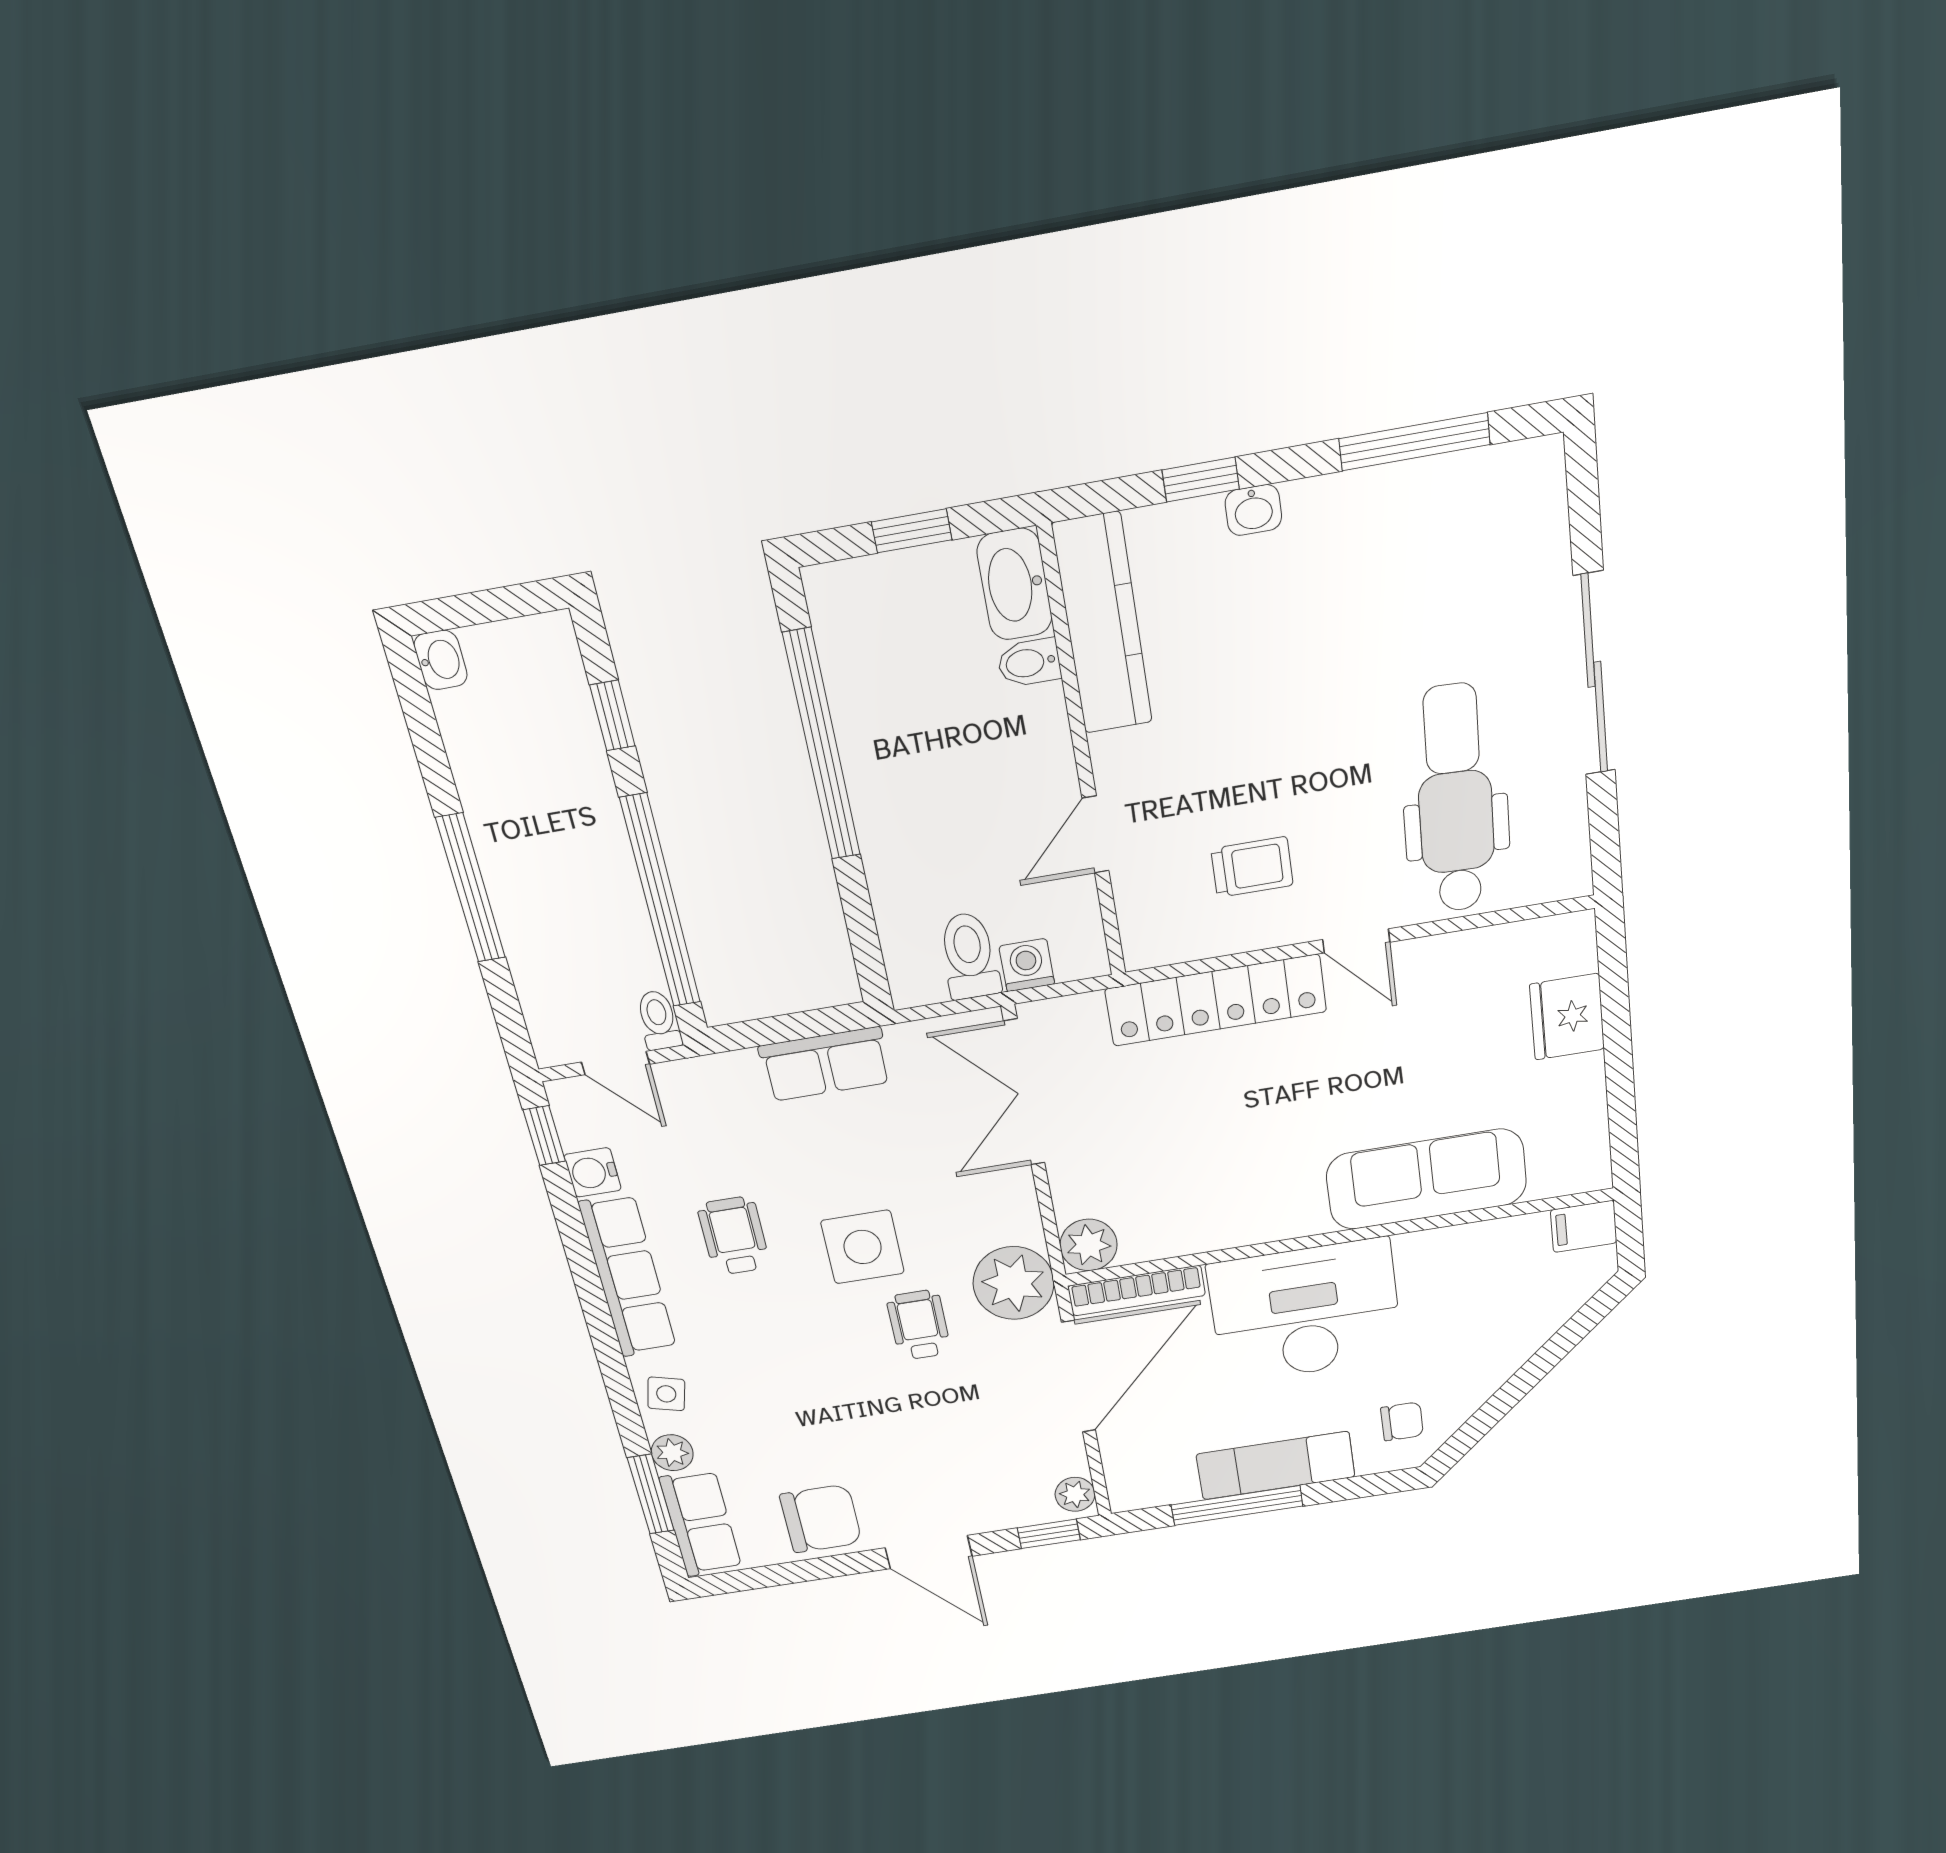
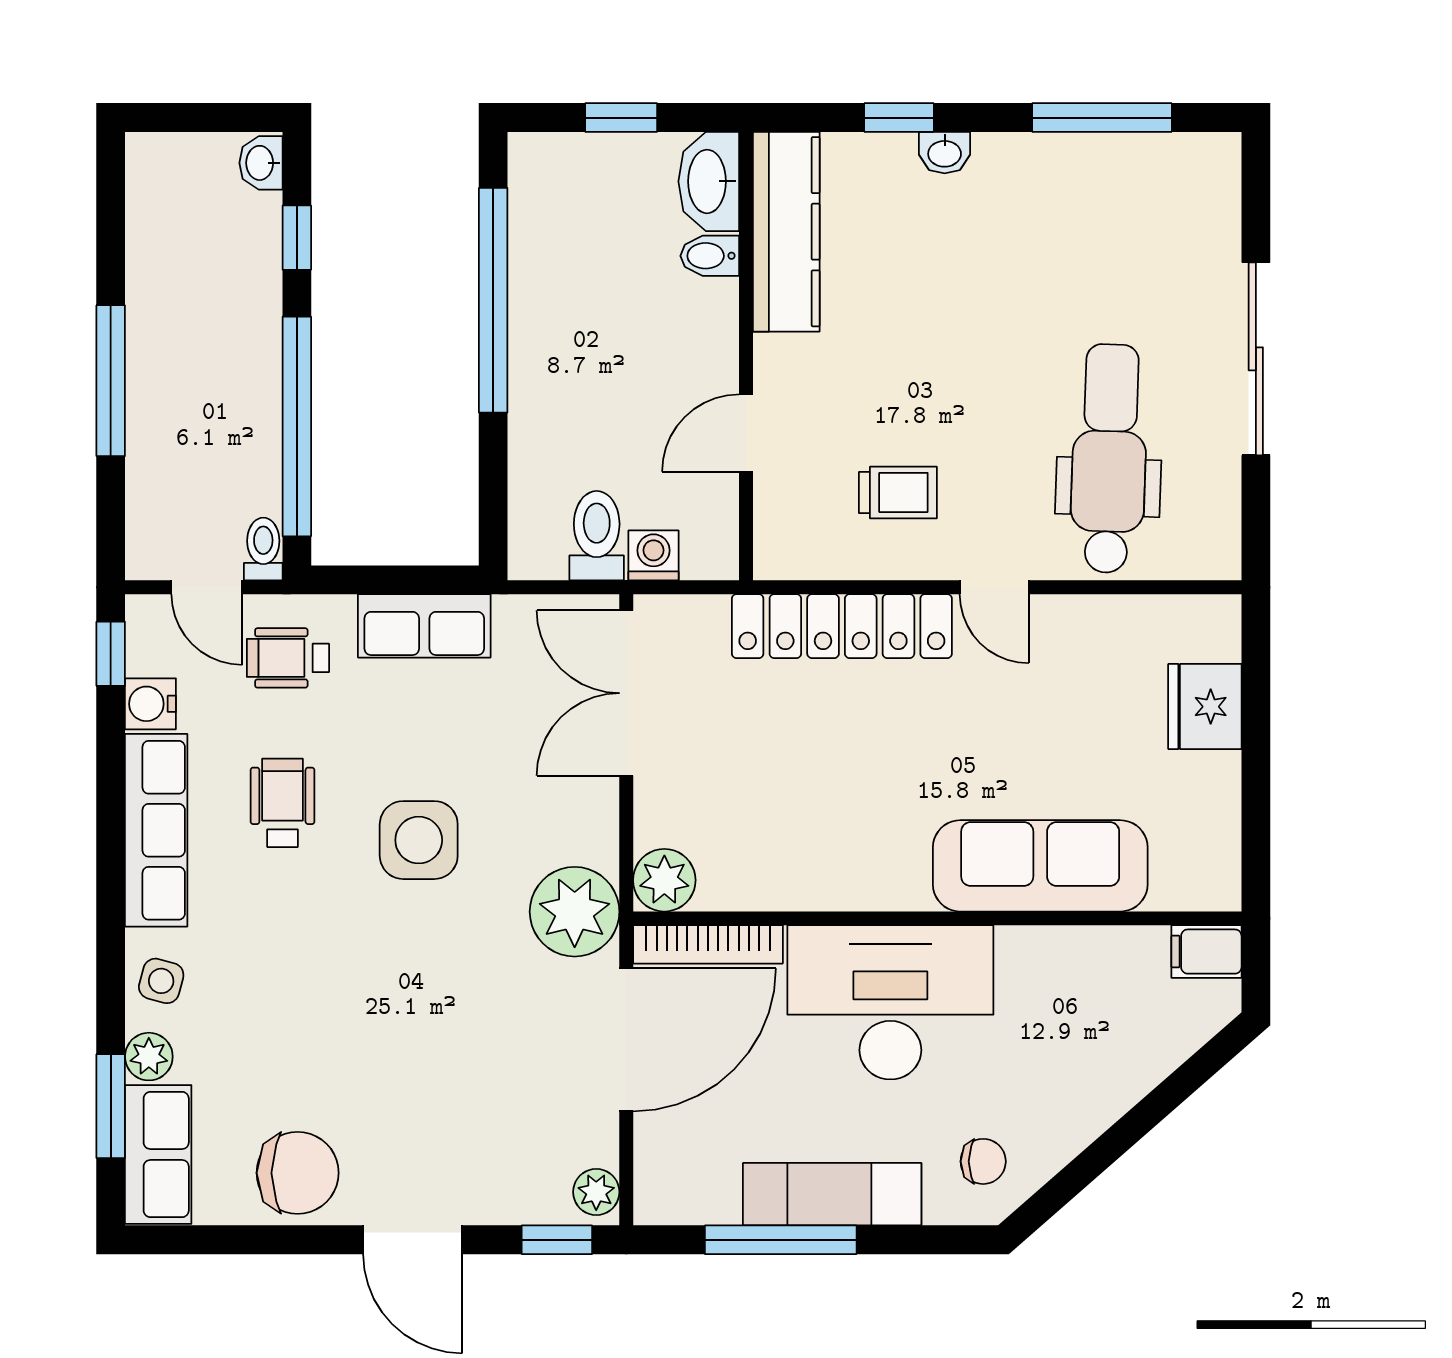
washbasin: (441, 660) -> (261, 163), moved, turned 180
wheelchair: (919, 1325) -> (288, 658), moved, turned -90

